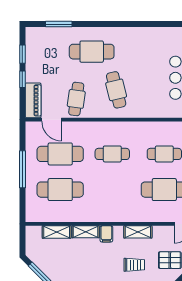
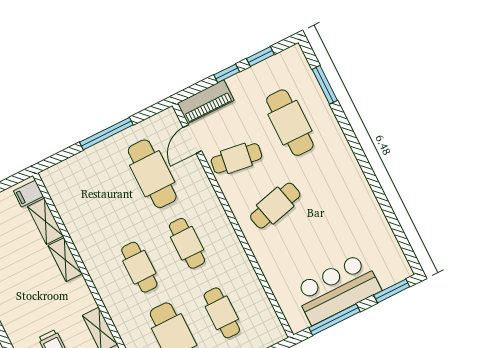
cafe table: (92, 52) -> (290, 123), moved
cafe table: (60, 190) -> (139, 267), moved, width x0.73, depth x0.74
filing cabinet: (106, 234) -> (28, 194), moved

